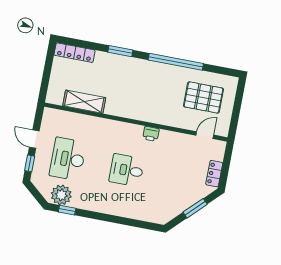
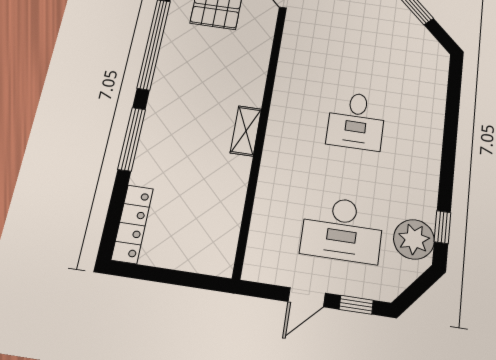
window: (120, 51) -> (132, 139), width x1.44
shelving: (84, 102) -> (246, 131), moved, width x0.67, depth x0.75
printer: (151, 134) -> (286, 81), removed

